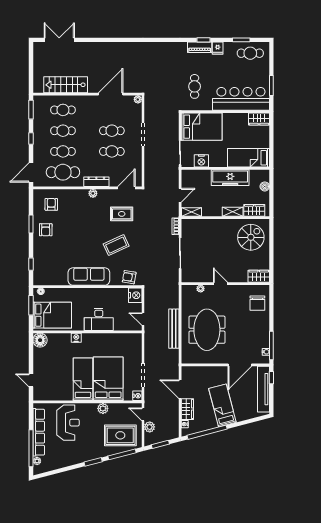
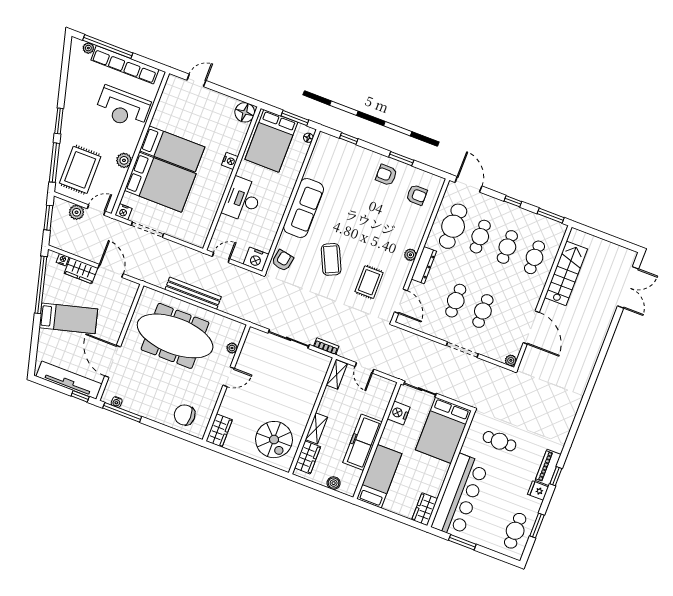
meeting table: (207, 330) -> (175, 336), width x1.36
door: (180, 389) -> (111, 271), hinge flipped

